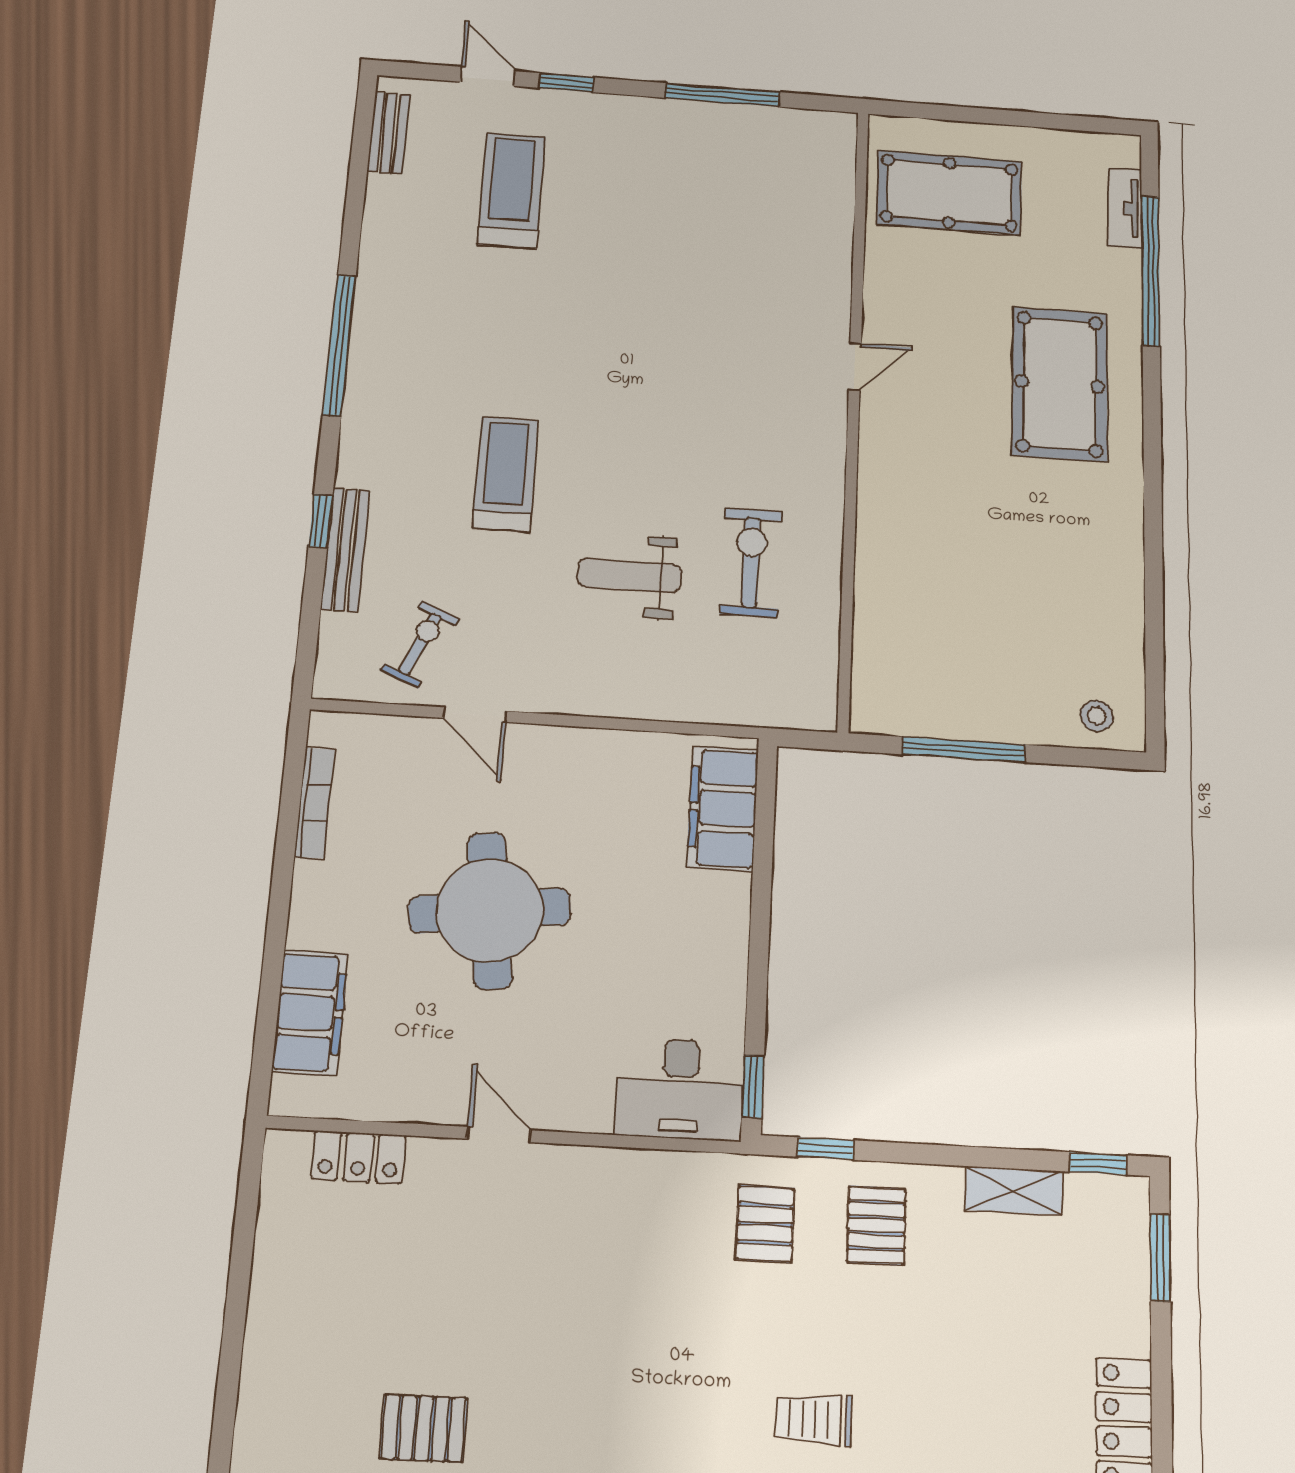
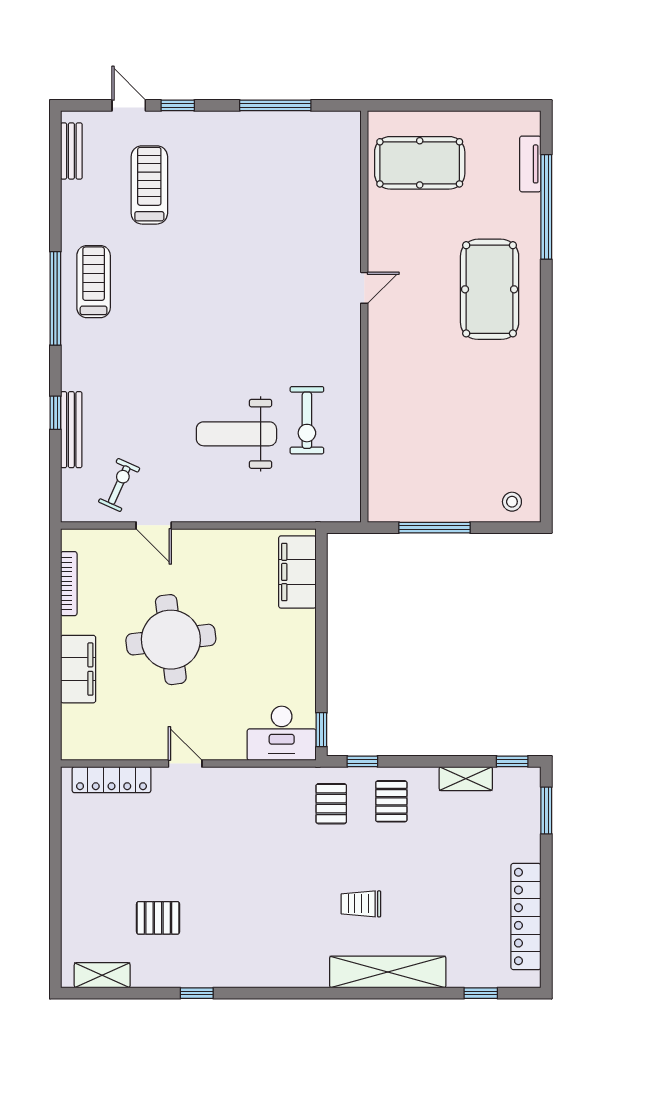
treadmill: (506, 474) -> (94, 282), moved
exercise bike: (751, 562) -> (307, 420), turned 180
weight bench: (630, 576) -> (236, 434), width x1.36, depth x1.33
filing cabinet: (310, 1012) -> (78, 669), moved
locker: (358, 1157) -> (111, 780), width x1.53

